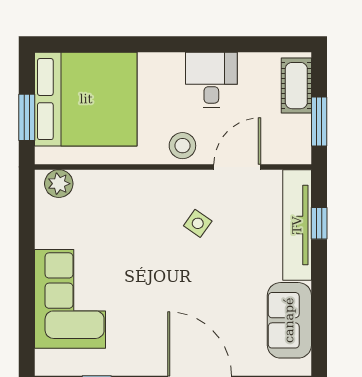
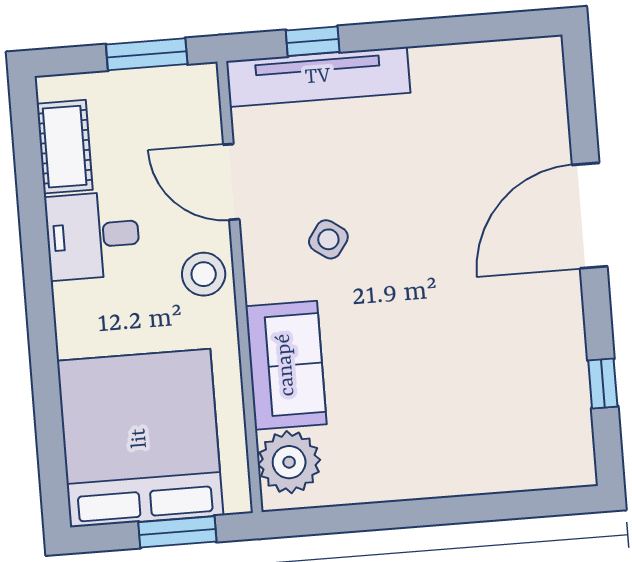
cot: (296, 86) -> (65, 147), moved, turned 90
plant: (59, 184) -> (289, 462), width x1.36, depth x1.36
corner sofa: (70, 299) -> (468, 438), removed
sofa: (289, 320) -> (286, 365), moved, turned -90

